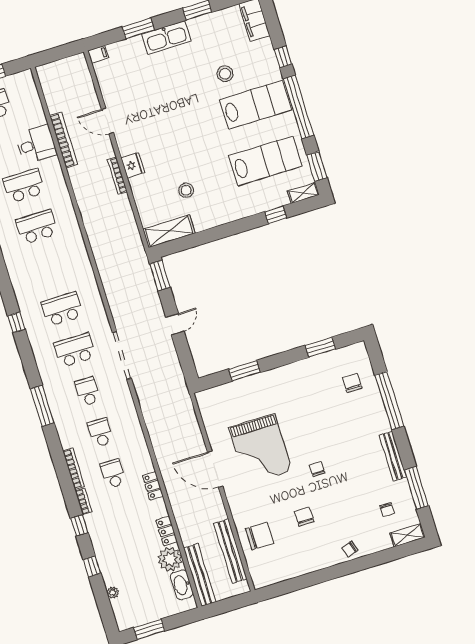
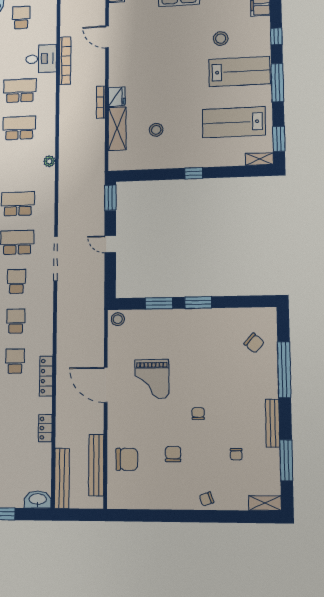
window: (298, 107) -> (277, 83), width x0.68
door: (107, 121) -> (107, 37), moved
lab bench: (266, 161) -> (234, 122), turned 180
window: (276, 215) -> (194, 173), moved
shelving: (169, 231) -> (117, 129), moved, turned 90
door: (175, 324) -> (110, 244), swing flipped
window: (320, 347) -> (198, 302), moved
chair: (352, 383) -> (254, 343), turned 132
stool: (207, 399) -> (118, 319), added
grand piano: (260, 449) -> (152, 379), width x0.73, depth x0.68
locker: (153, 486) -> (46, 376), width x1.53
chair: (387, 510) -> (236, 454), moved
plant: (170, 559) -> (49, 161), moved, width x0.53, depth x0.53
washbasin: (182, 585) -> (38, 500), moved, turned 90

